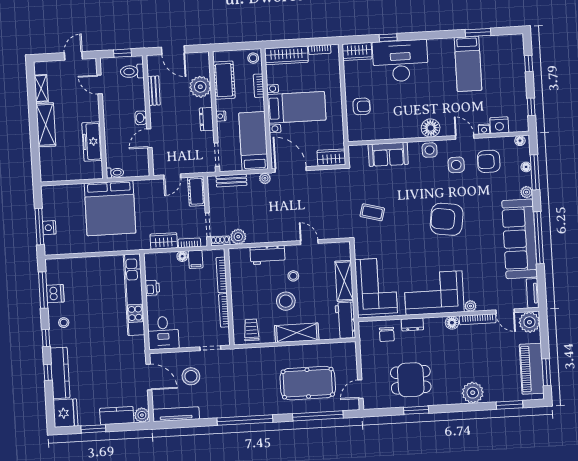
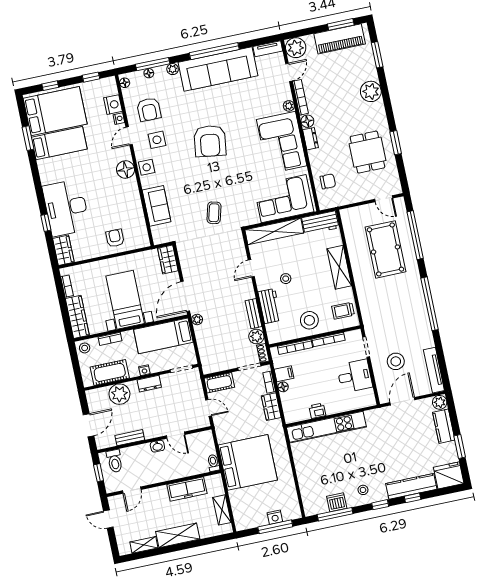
bed: (502, 65) -> (55, 111), added
shelving: (65, 174) -> (222, 510), added
bench: (231, 180) -> (253, 314), moved
shelving: (344, 281) -> (274, 231), width x1.47
stool: (286, 301) -> (309, 320), moved
dresser: (412, 324) -> (311, 139), moved
desk: (163, 333) -> (355, 376), moved

